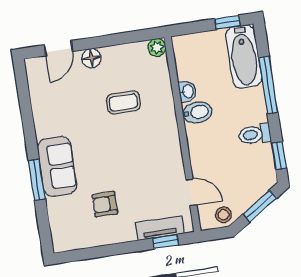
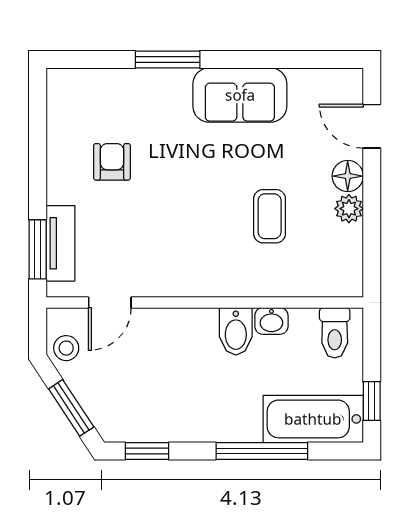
plant: (157, 47) -> (349, 209), moved
toilet: (255, 134) -> (335, 333), moved, turned 180
sofa: (57, 166) -> (240, 95), moved
window: (166, 242) -> (38, 249), width x1.50

